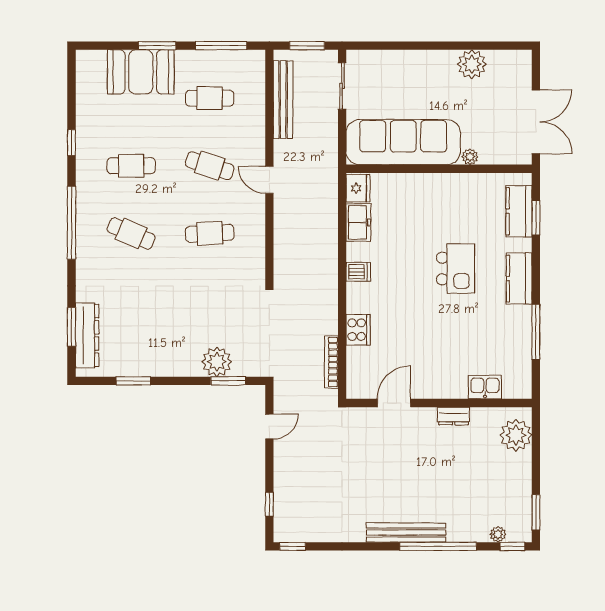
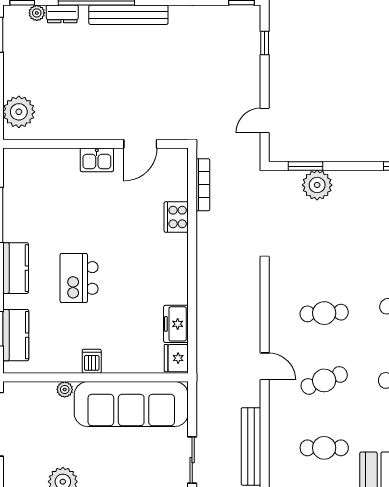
cafe table: (210, 166) -> (324, 380), turned -39
dishwasher: (358, 272) -> (92, 361), moved, turned 90
kitchen sink: (485, 387) -> (97, 160), moved
dresser: (454, 416) -> (62, 14), moved, turned 180

